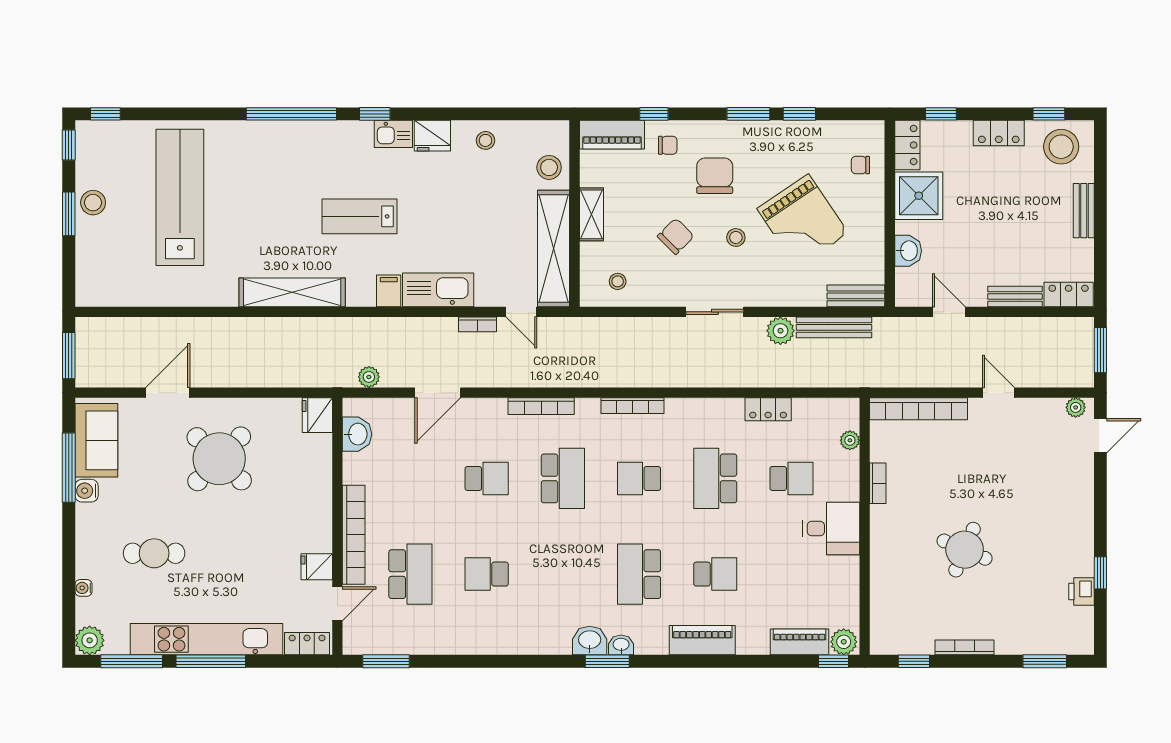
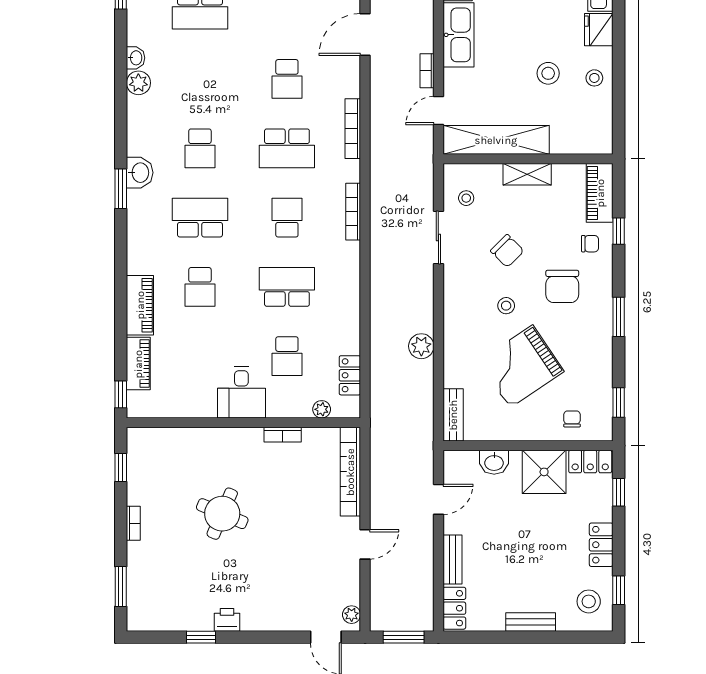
window: (799, 114) -> (619, 403), moved
chair: (668, 145) -> (590, 244), turned -90
stool: (1061, 147) -> (589, 601), width x0.73, depth x0.73
stool: (549, 167) -> (548, 73), moved
chair: (715, 176) -> (562, 286), turned 90
sliding door: (715, 312) -> (438, 237), moved
bench: (834, 327) -> (424, 395), removed
door: (438, 393) -> (365, 34), hinge flipped
locker: (768, 409) -> (350, 375), moved
school desk: (487, 574) -> (200, 148), moved, turned 180
printer: (1081, 591) -> (227, 620), moved
piano: (702, 640) -> (140, 305), moved
plant: (844, 642) -> (138, 83), moved
washbasin: (621, 645) -> (136, 58), moved
bookcase: (965, 647) -> (133, 523), width x0.64

